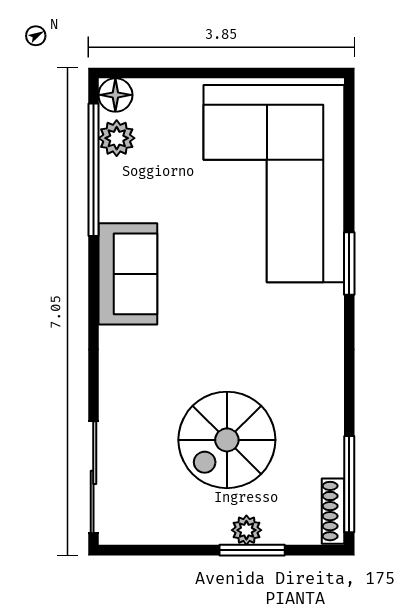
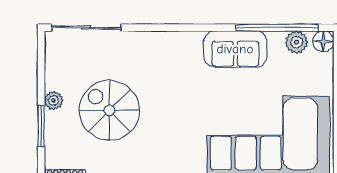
sofa: (128, 274) -> (235, 49), moved
plant: (246, 530) -> (53, 100), moved

